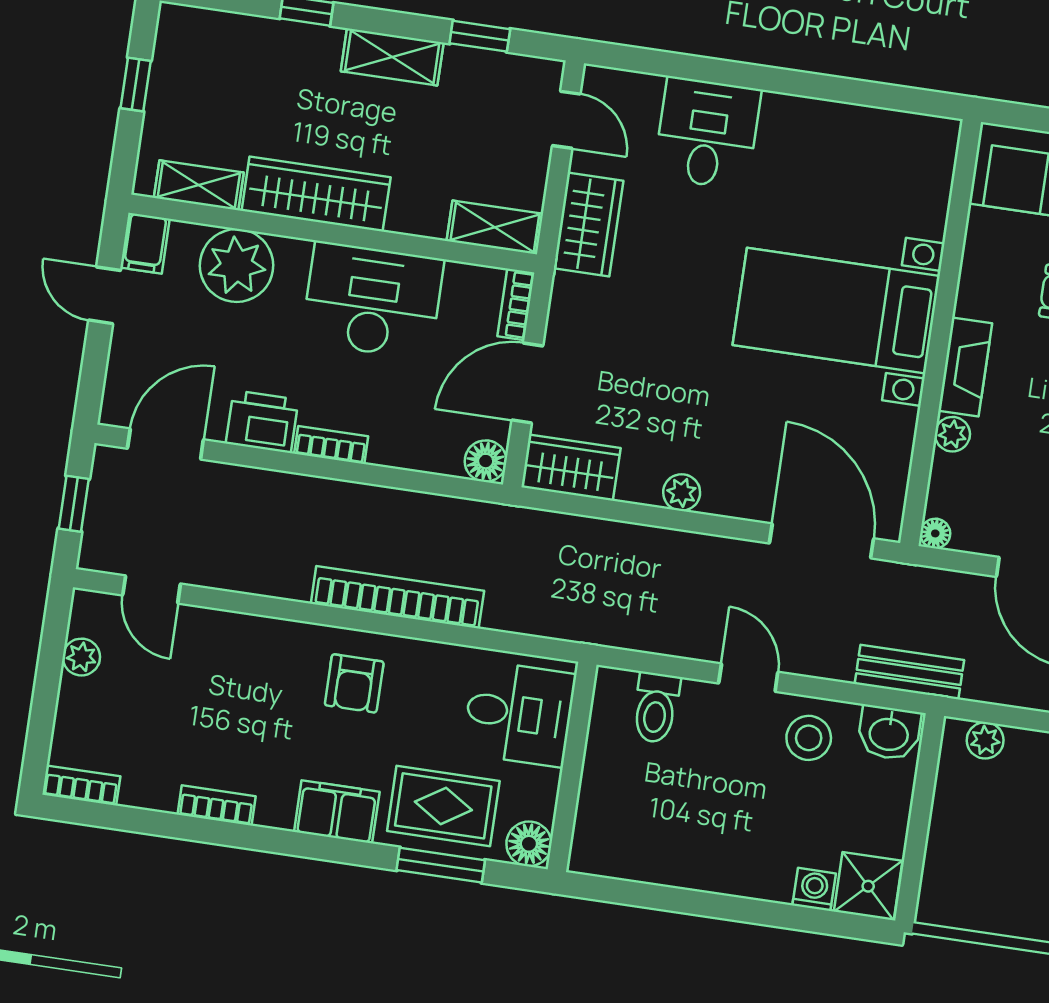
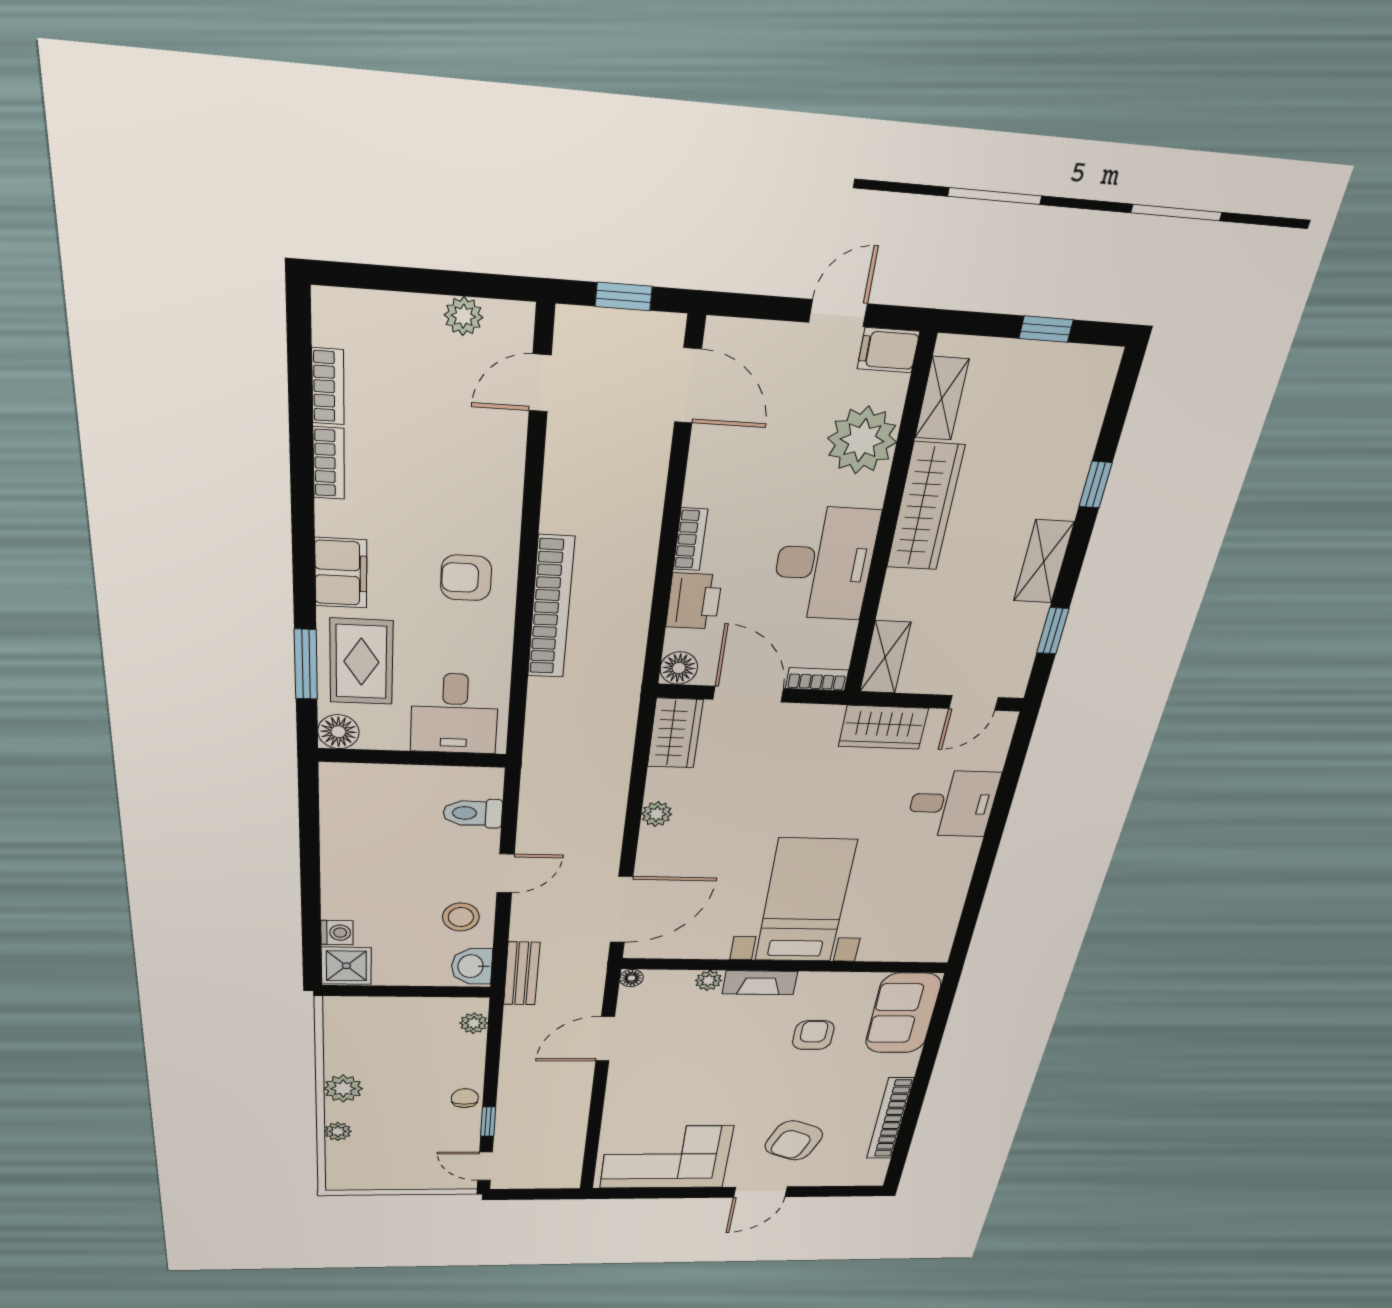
printer: (262, 422) -> (694, 601), moved
bookcase: (81, 785) -> (328, 386), moved

